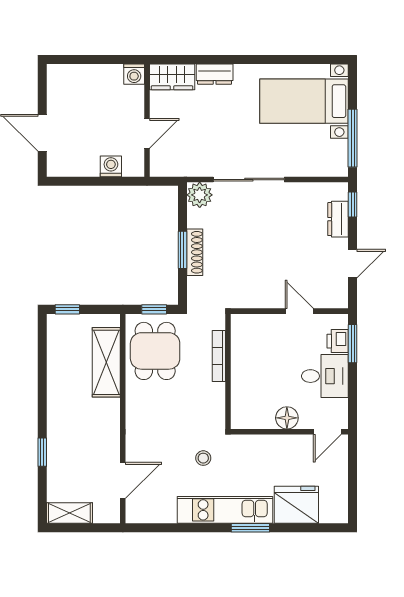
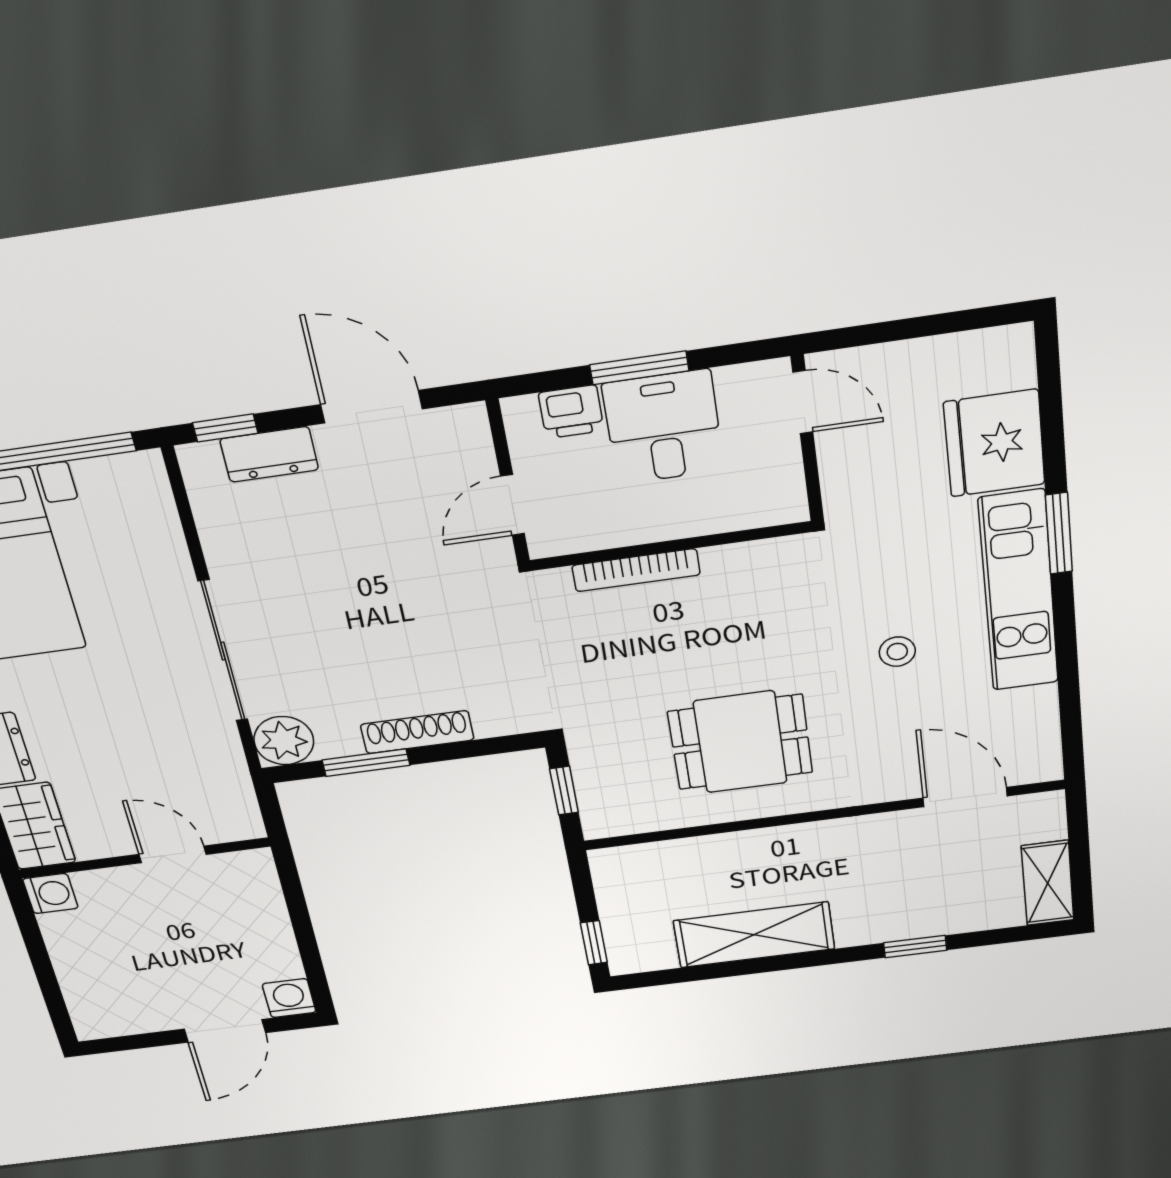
washing machine: (111, 166) -> (289, 998), moved, turned 90
window: (182, 250) -> (366, 763), moved
door: (353, 264) -> (372, 407), width x1.38
window: (353, 344) -> (639, 368), moved
dining table: (155, 351) -> (740, 742), moved
bookcase: (219, 356) -> (636, 570), moved
shelving: (106, 362) -> (754, 935), moved
wall: (228, 371) -> (670, 546), moved
floor lamp: (287, 418) -> (779, 494), removed

